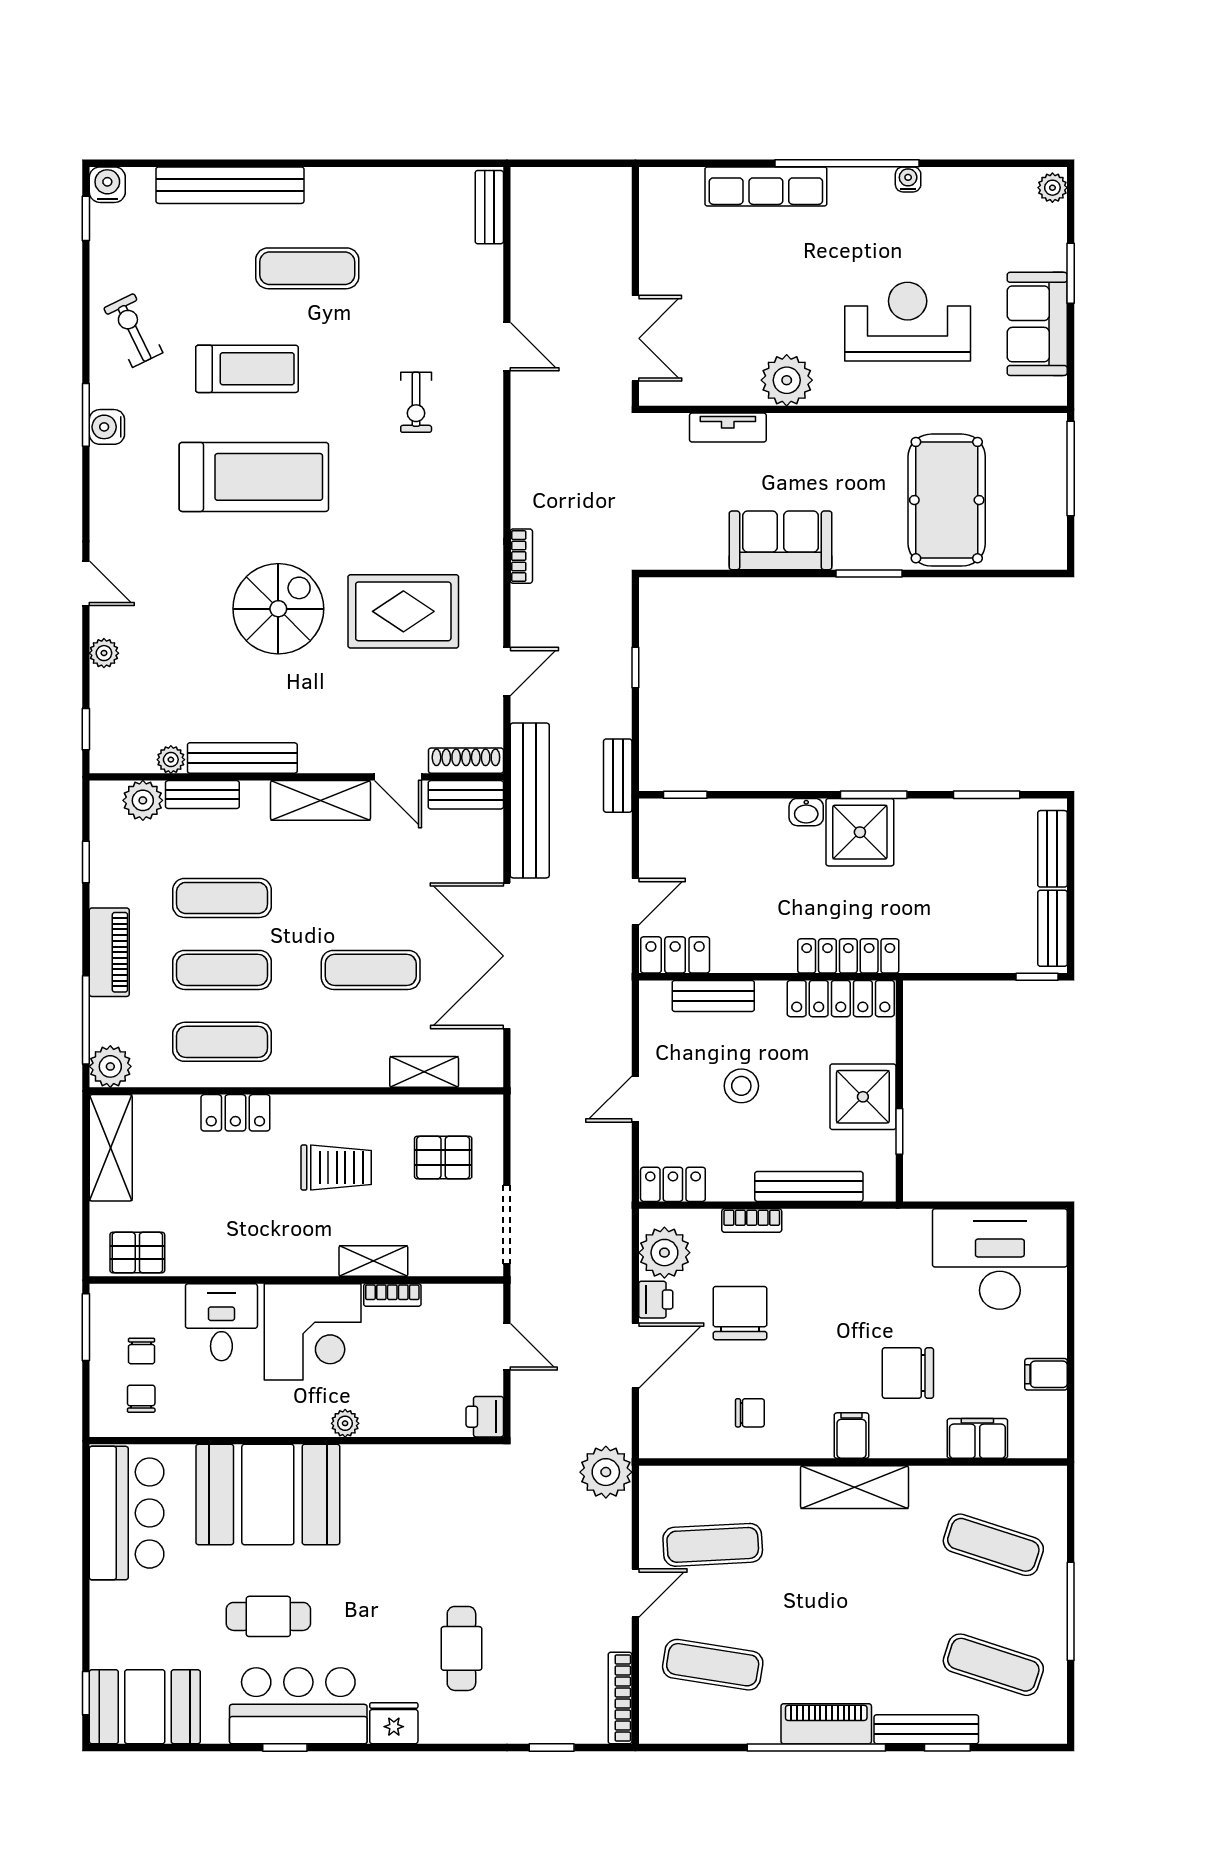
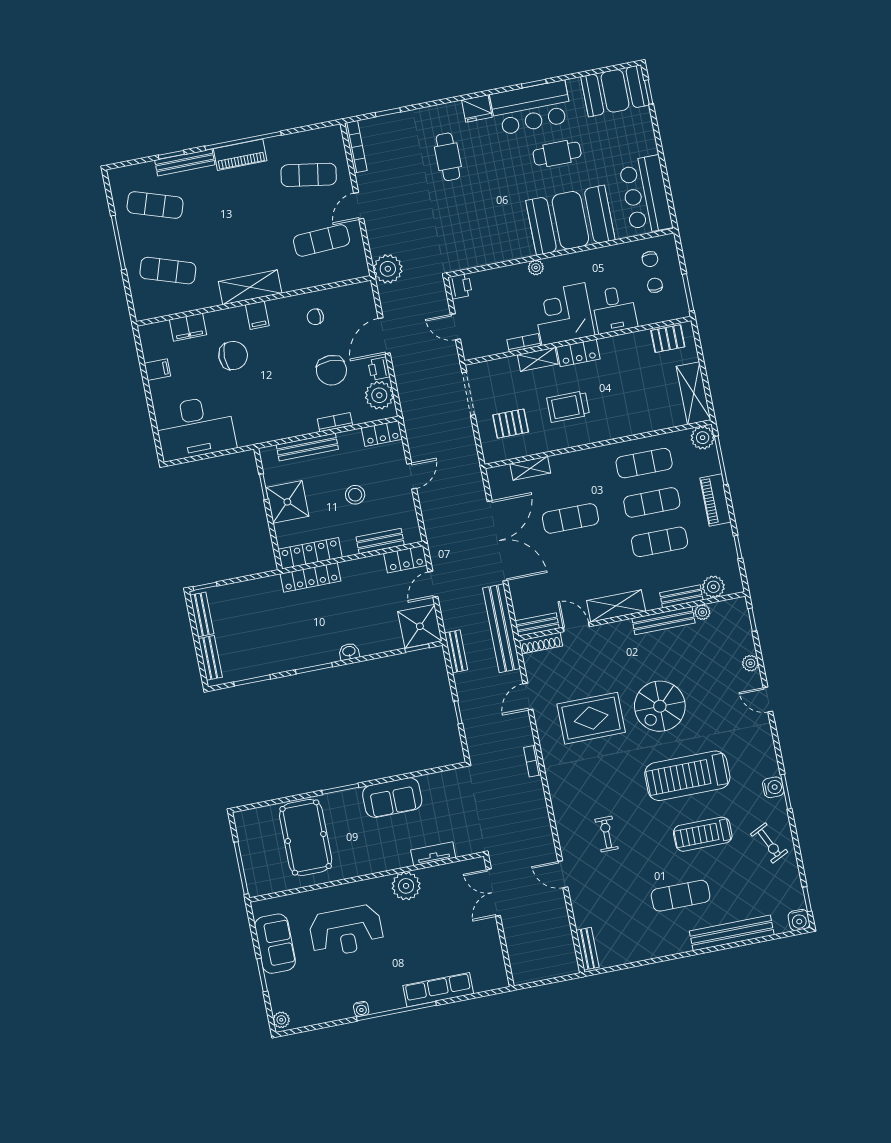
shower: (860, 832) -> (420, 626), moved
locker: (235, 1113) -> (578, 353), moved, turned 180

